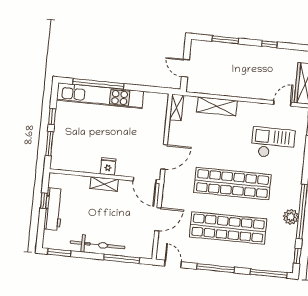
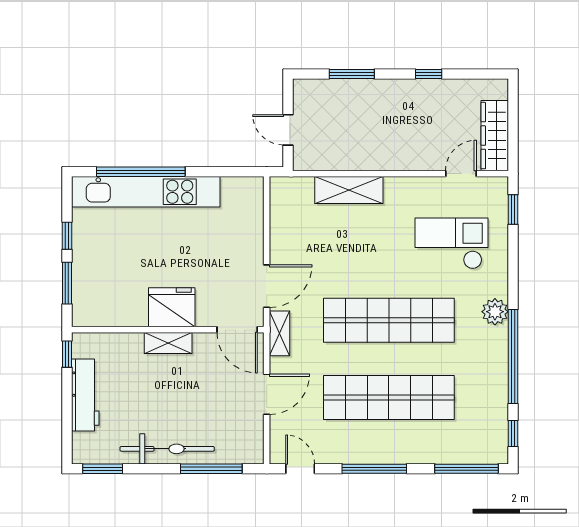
shelving: (177, 107) -> (280, 333), moved
fridge: (108, 166) -> (172, 307), width x1.88, depth x1.34
window: (44, 201) -> (67, 354), moved
plant: (291, 217) -> (495, 312), moved

